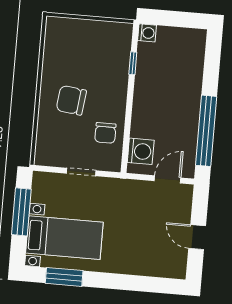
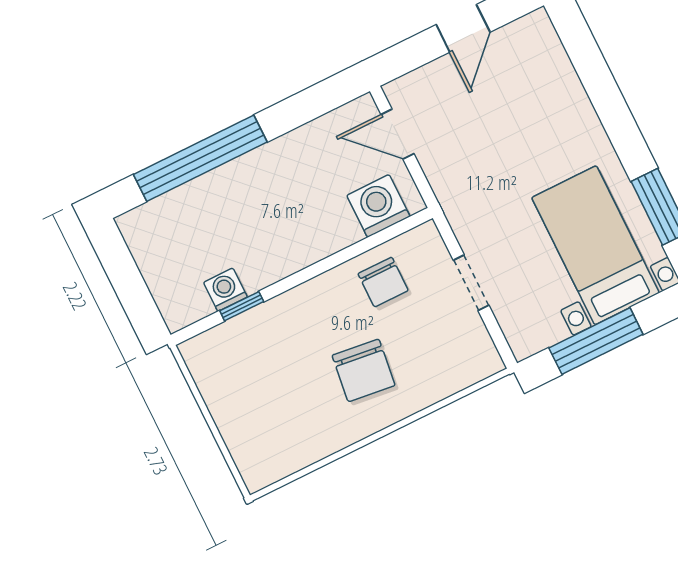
washing machine: (147, 33) -> (225, 290), moved
window: (206, 131) -> (200, 158), moved
chair: (105, 133) -> (383, 282), turned 90

